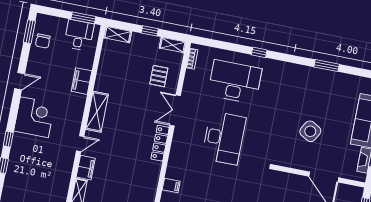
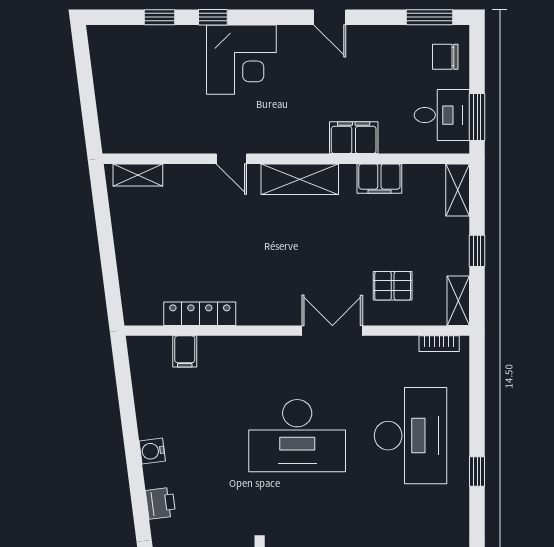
chair: (43, 41) -> (445, 57), moved
corner desk: (34, 117) -> (241, 60), moved
locker: (160, 143) -> (200, 314), moved
filing cabinet: (86, 168) -> (379, 179), moved

